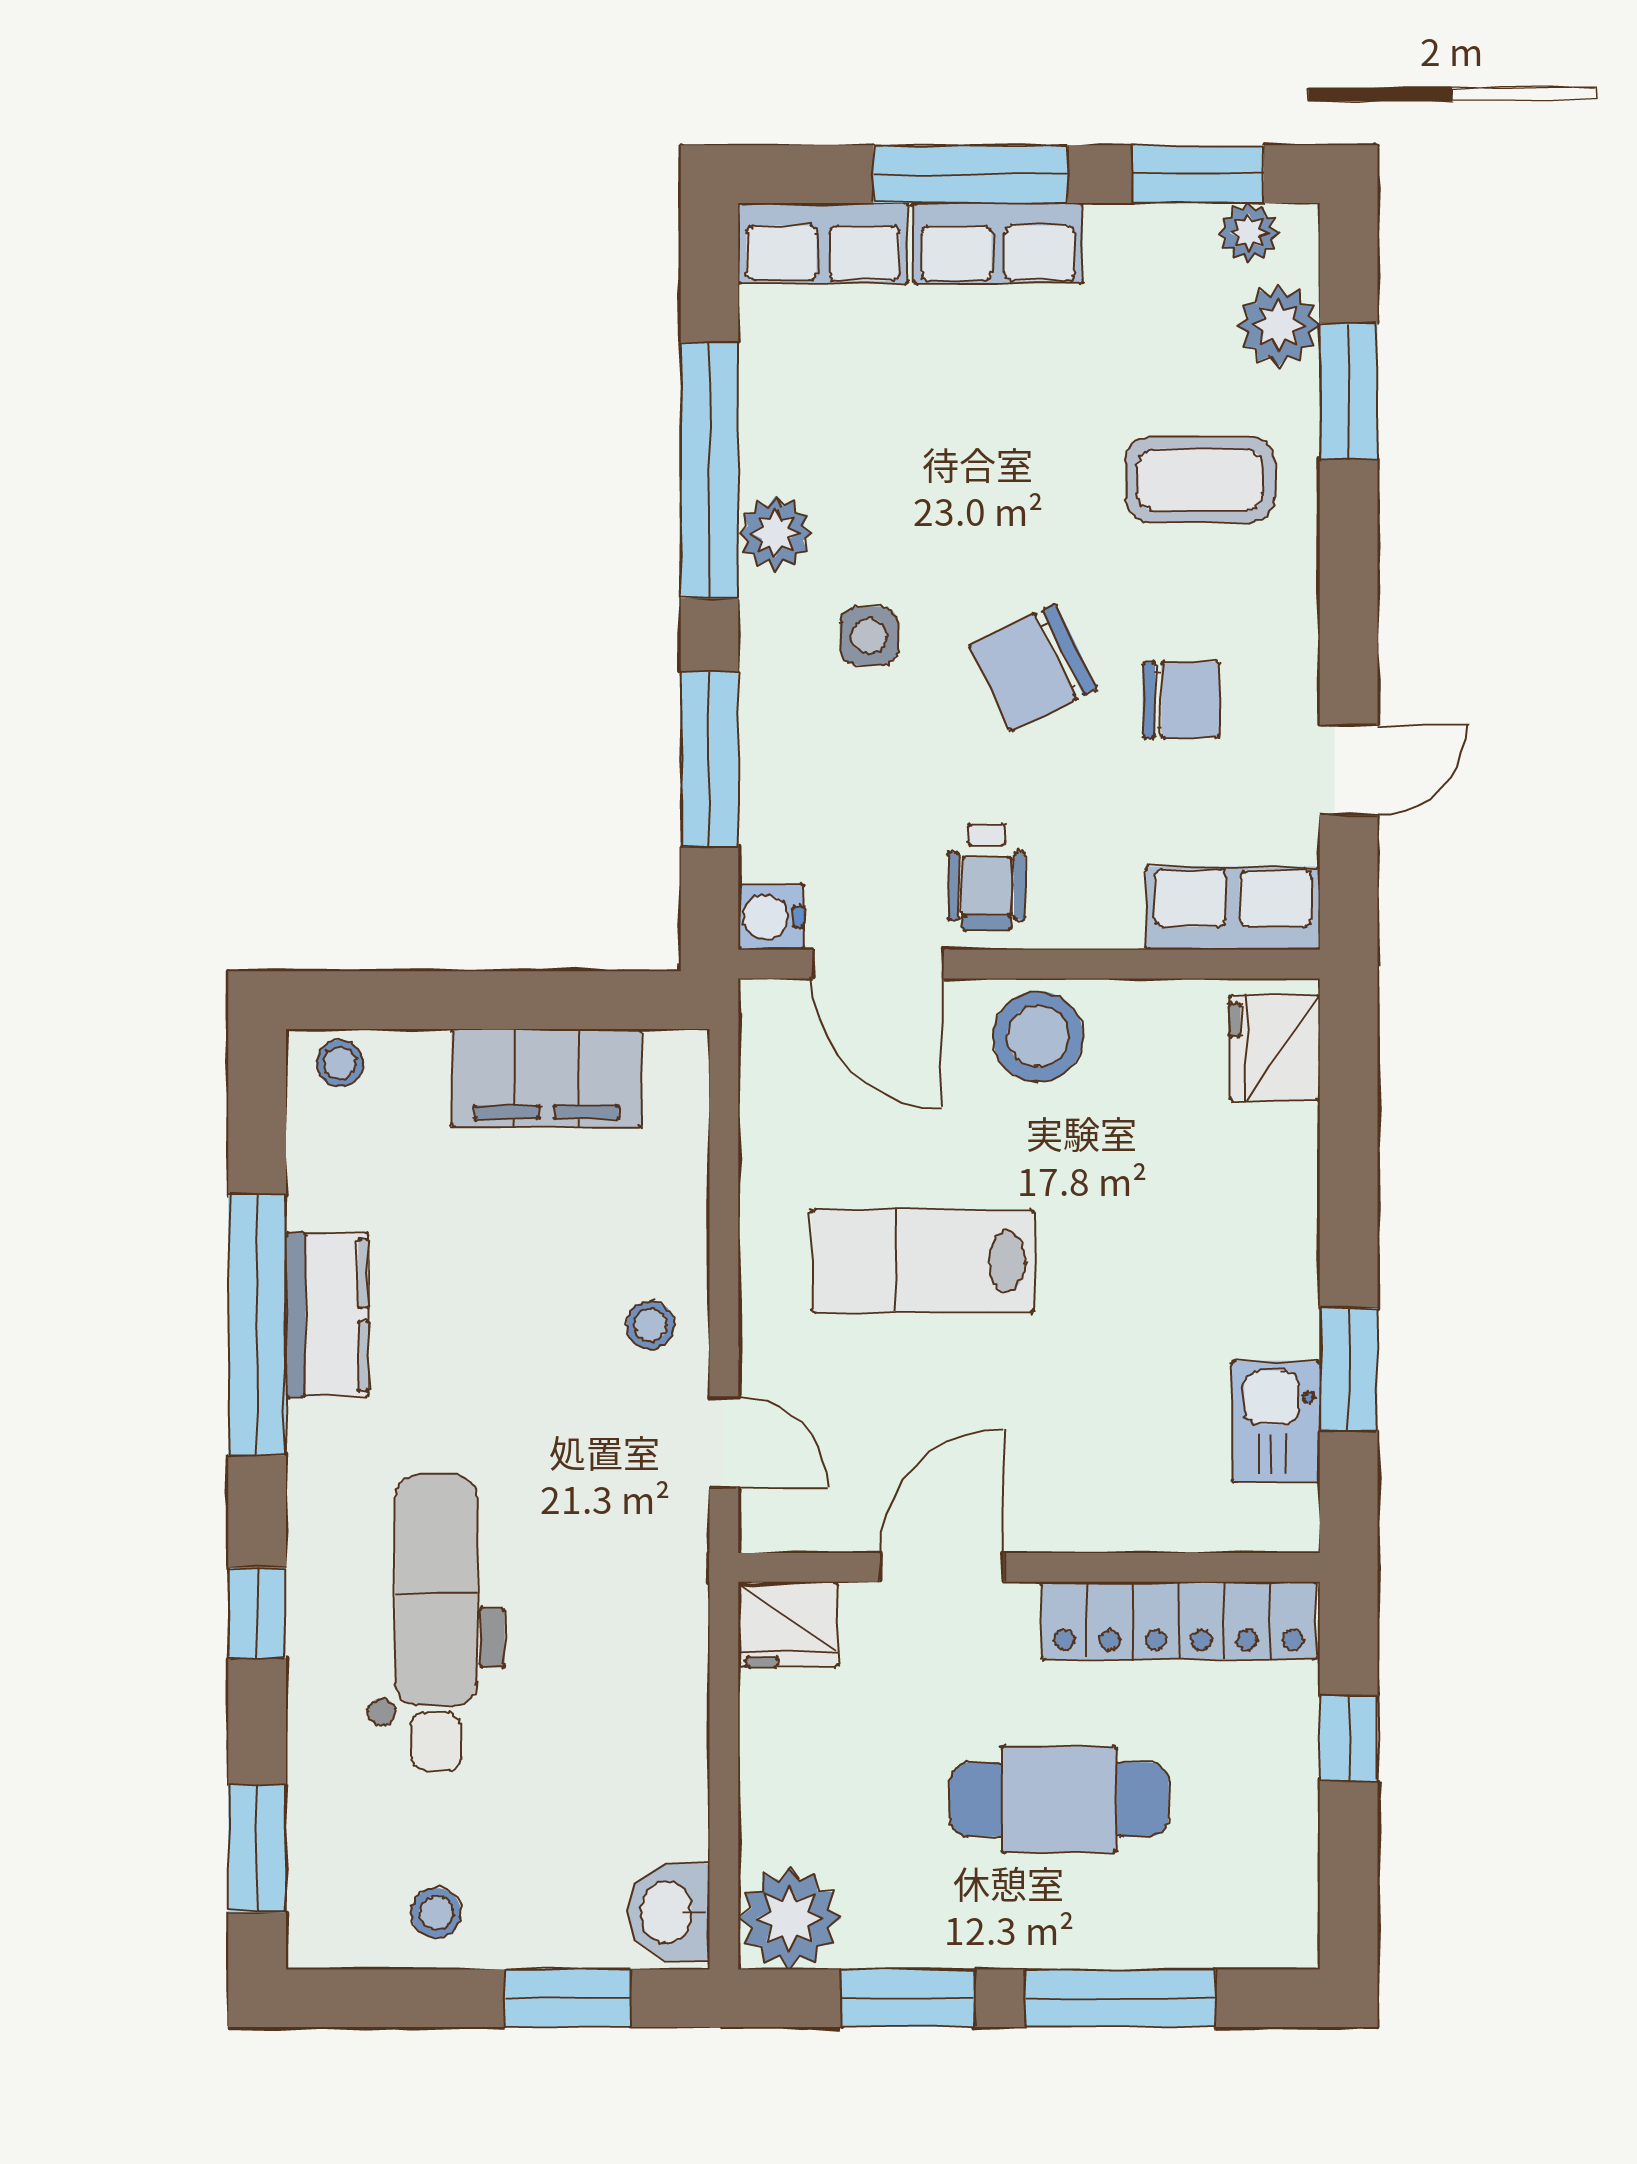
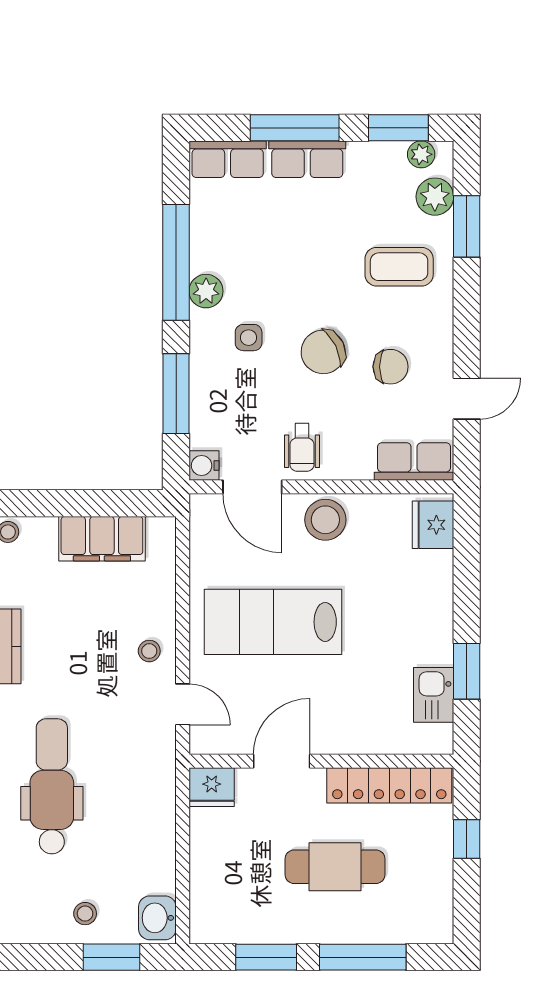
lab bench: (923, 1261) -> (273, 622), width x1.36, depth x1.39
stool: (436, 1913) -> (85, 914), moved
plant: (790, 1918) -> (212, 921), removed

